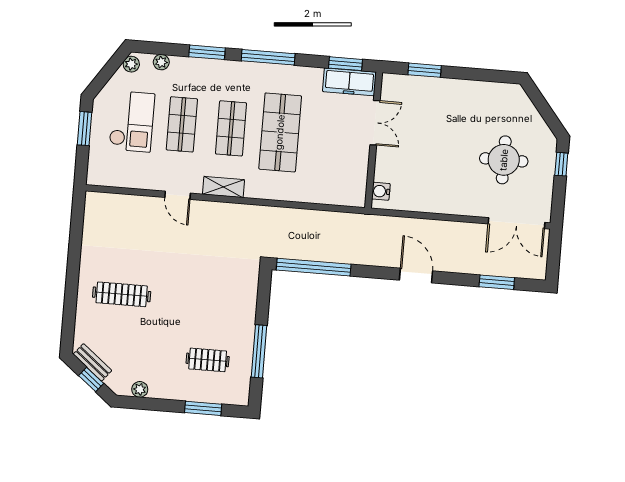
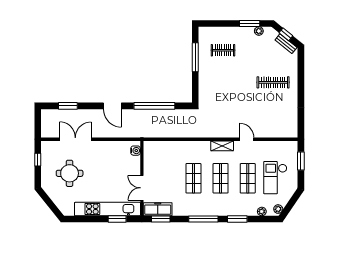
kitchen unit: (440, 90) -> (107, 209), added
window: (85, 129) -> (301, 161), moved
shop shelf: (280, 132) -> (193, 178), width x0.70, depth x0.74
window: (561, 164) -> (38, 160), moved
double door: (516, 223) -> (75, 139), moved
window: (314, 267) -> (154, 106), moved
window: (203, 408) -> (250, 23), moved

